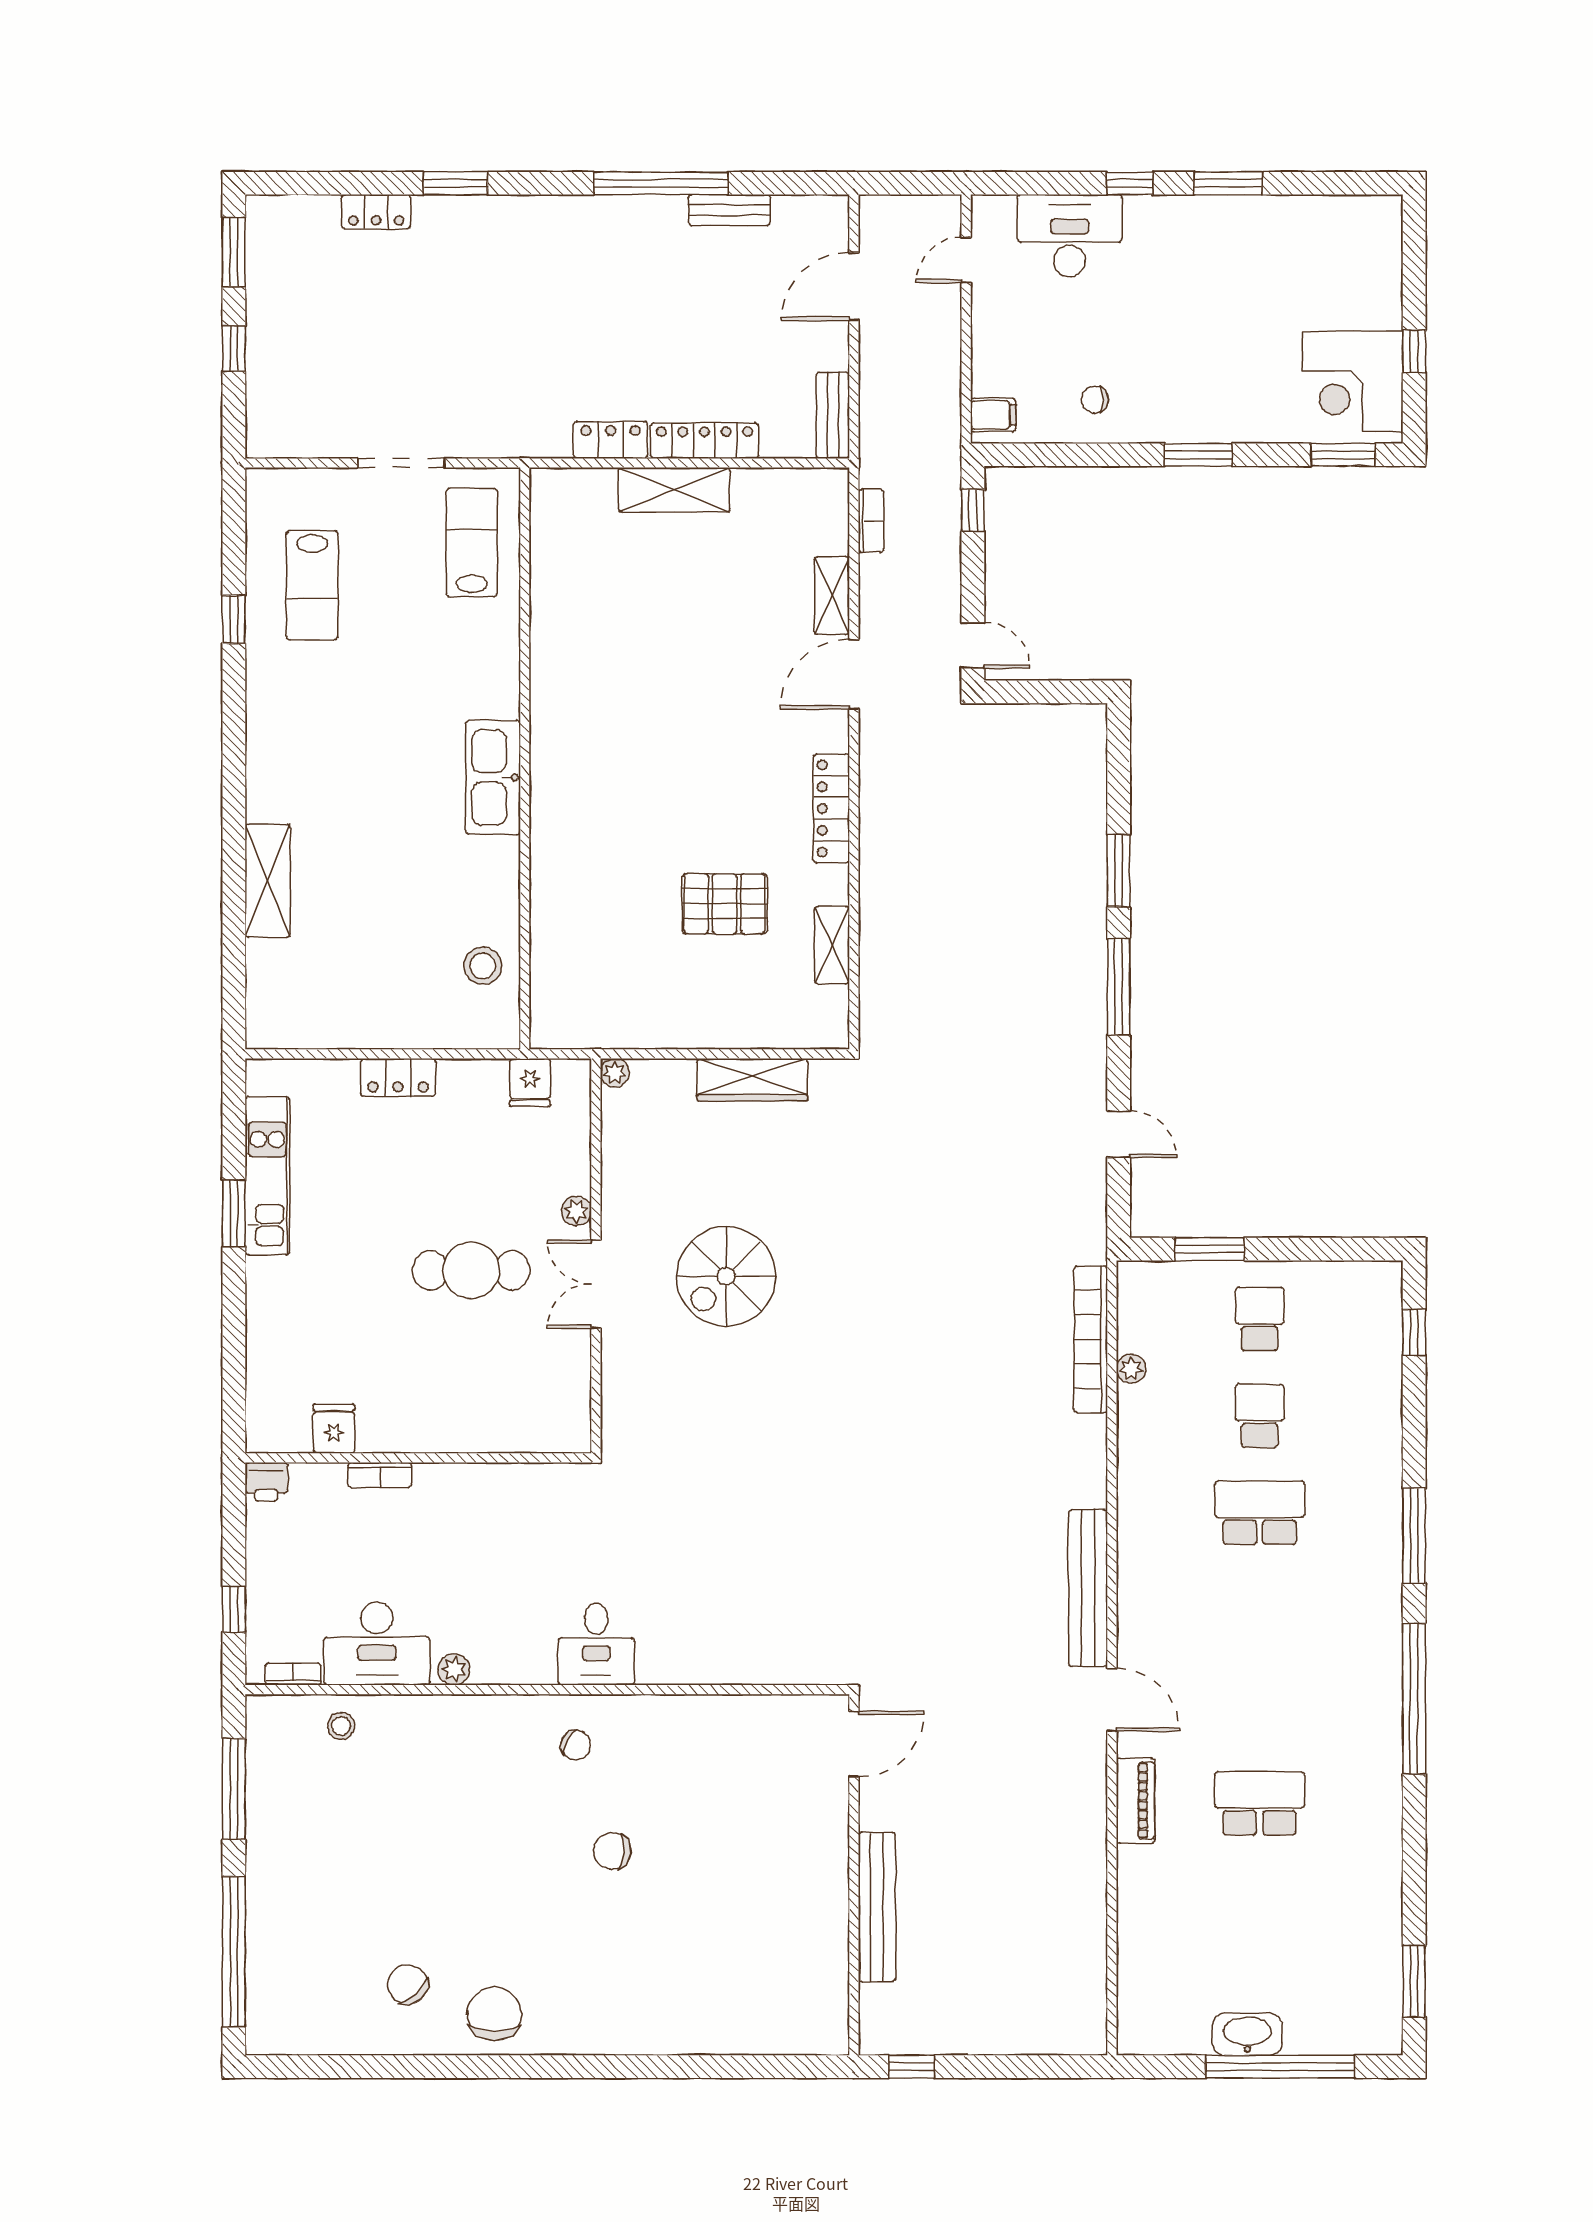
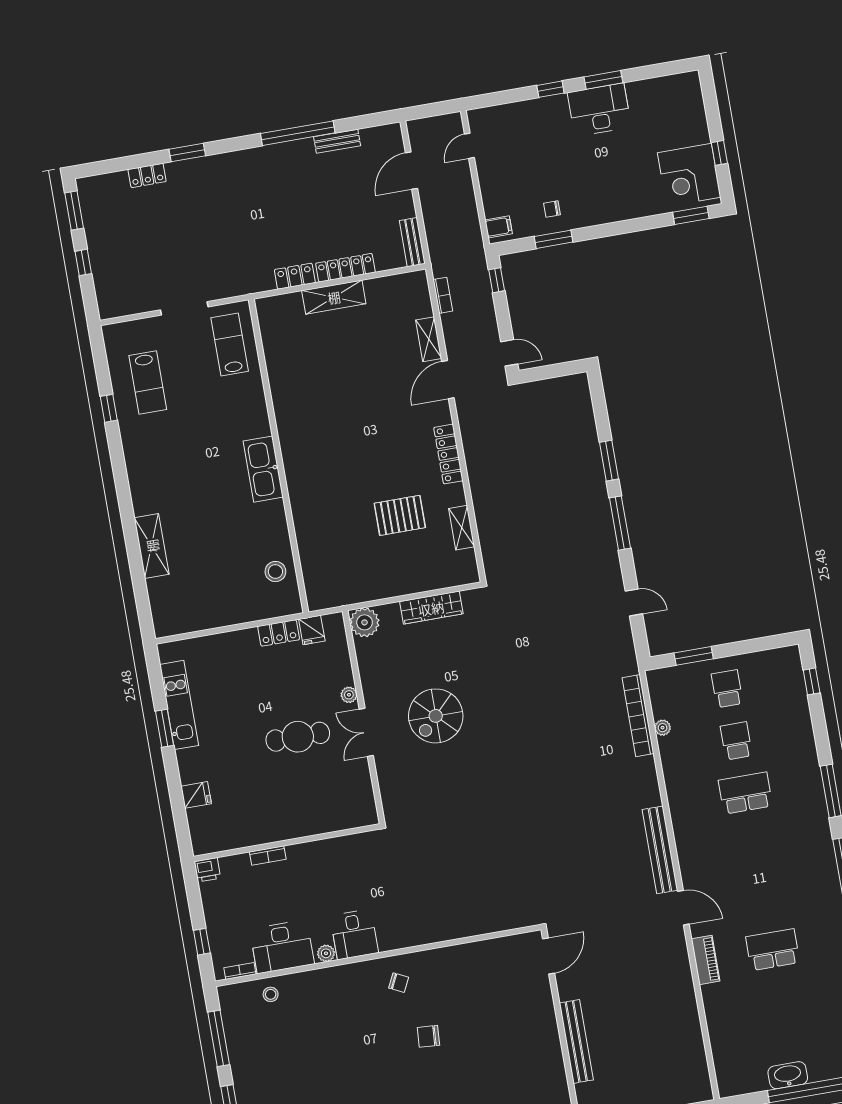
desk: (1070, 236) -> (599, 110), moved
window: (1198, 455) -> (553, 239), moved
plant: (615, 1073) -> (365, 622), width x1.87, depth x1.87
locker: (398, 1077) -> (279, 633), moved
fridge: (334, 1429) -> (196, 795), moved, turned 90
desk: (596, 1644) -> (354, 934), moved

